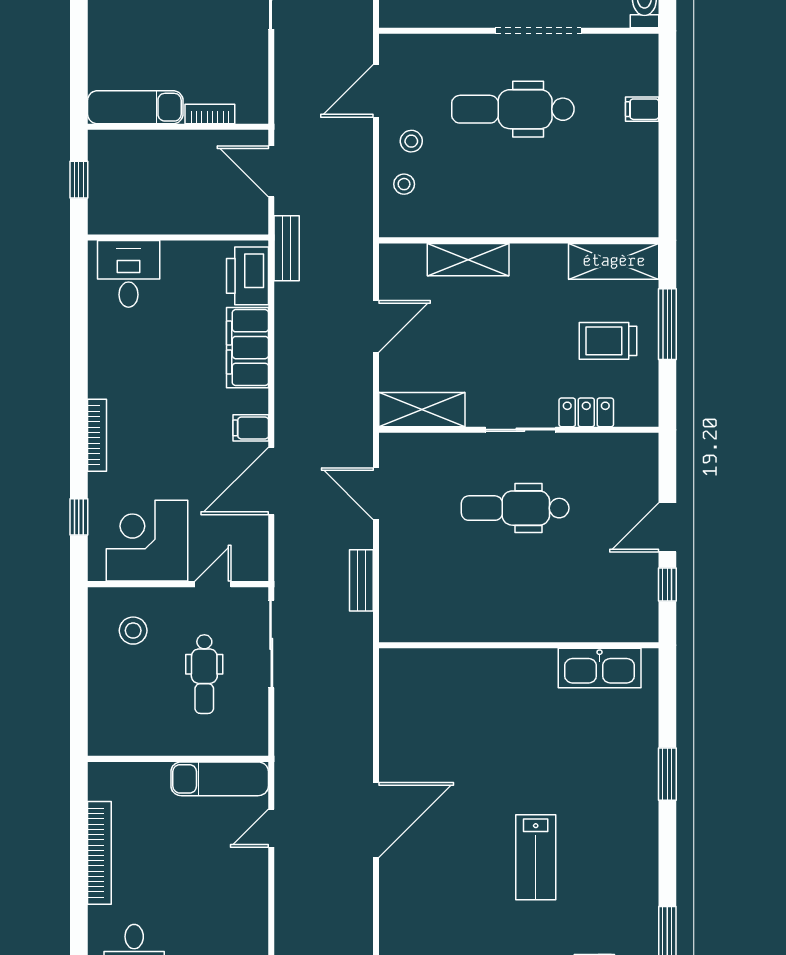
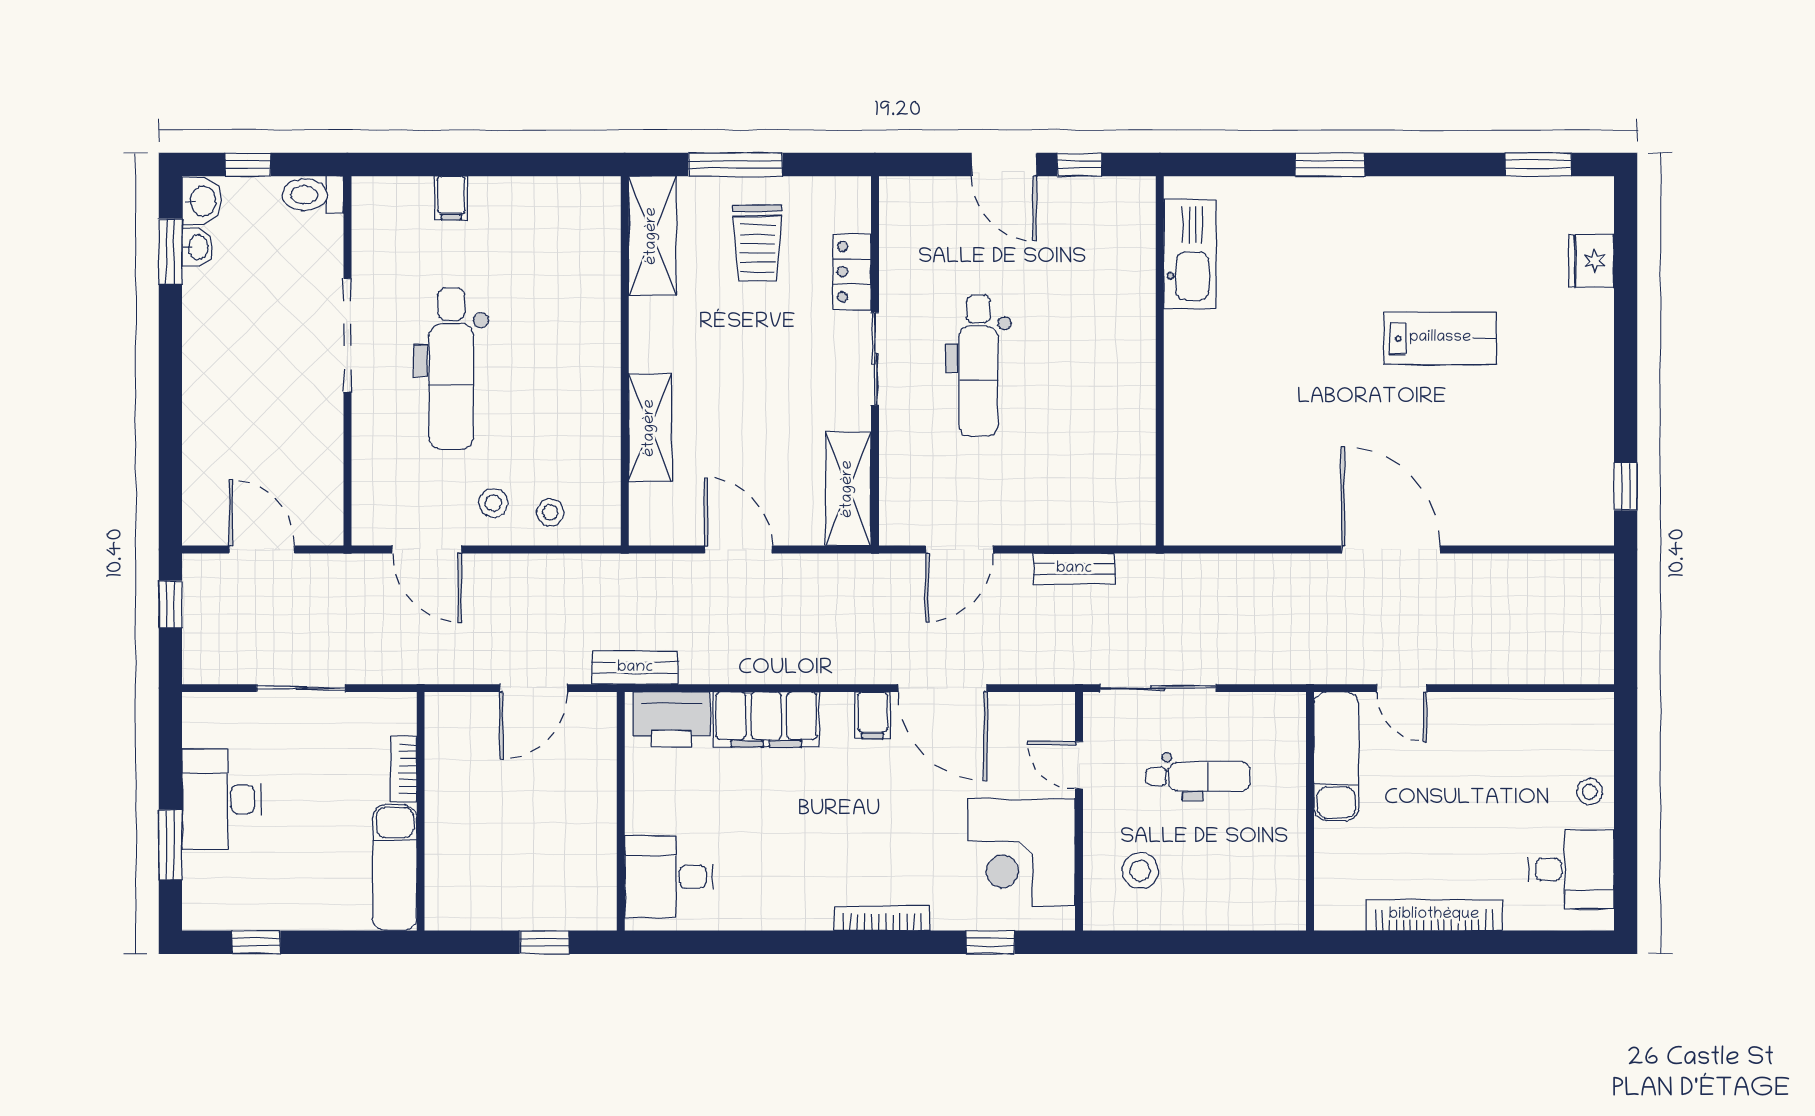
exam couch: (135, 107) -> (395, 868), moved
bookcase: (210, 114) -> (404, 769), moved
wall: (178, 127) -> (421, 811), moved

